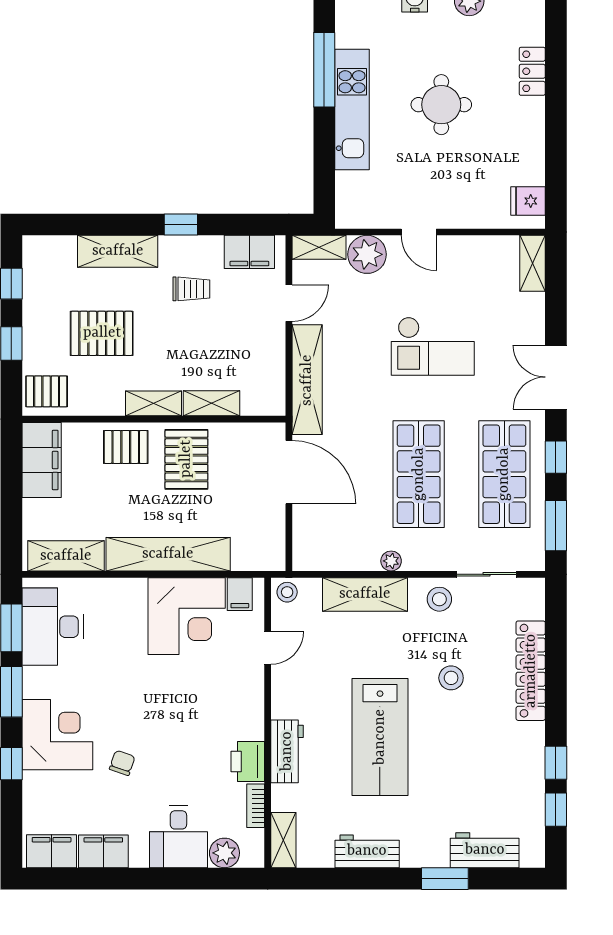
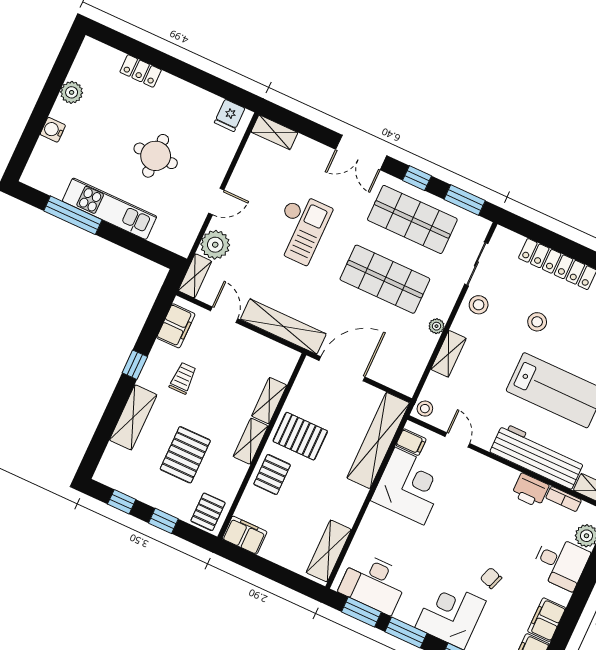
round table: (441, 105) -> (156, 156), moved
filing cabinet: (42, 460) -> (245, 535), width x0.67, depth x0.86
shelving: (168, 554) -> (378, 440), moved
shelving: (365, 594) -> (448, 354), width x0.67, depth x0.75
workbench: (287, 751) -> (537, 456), width x1.88, depth x1.32

